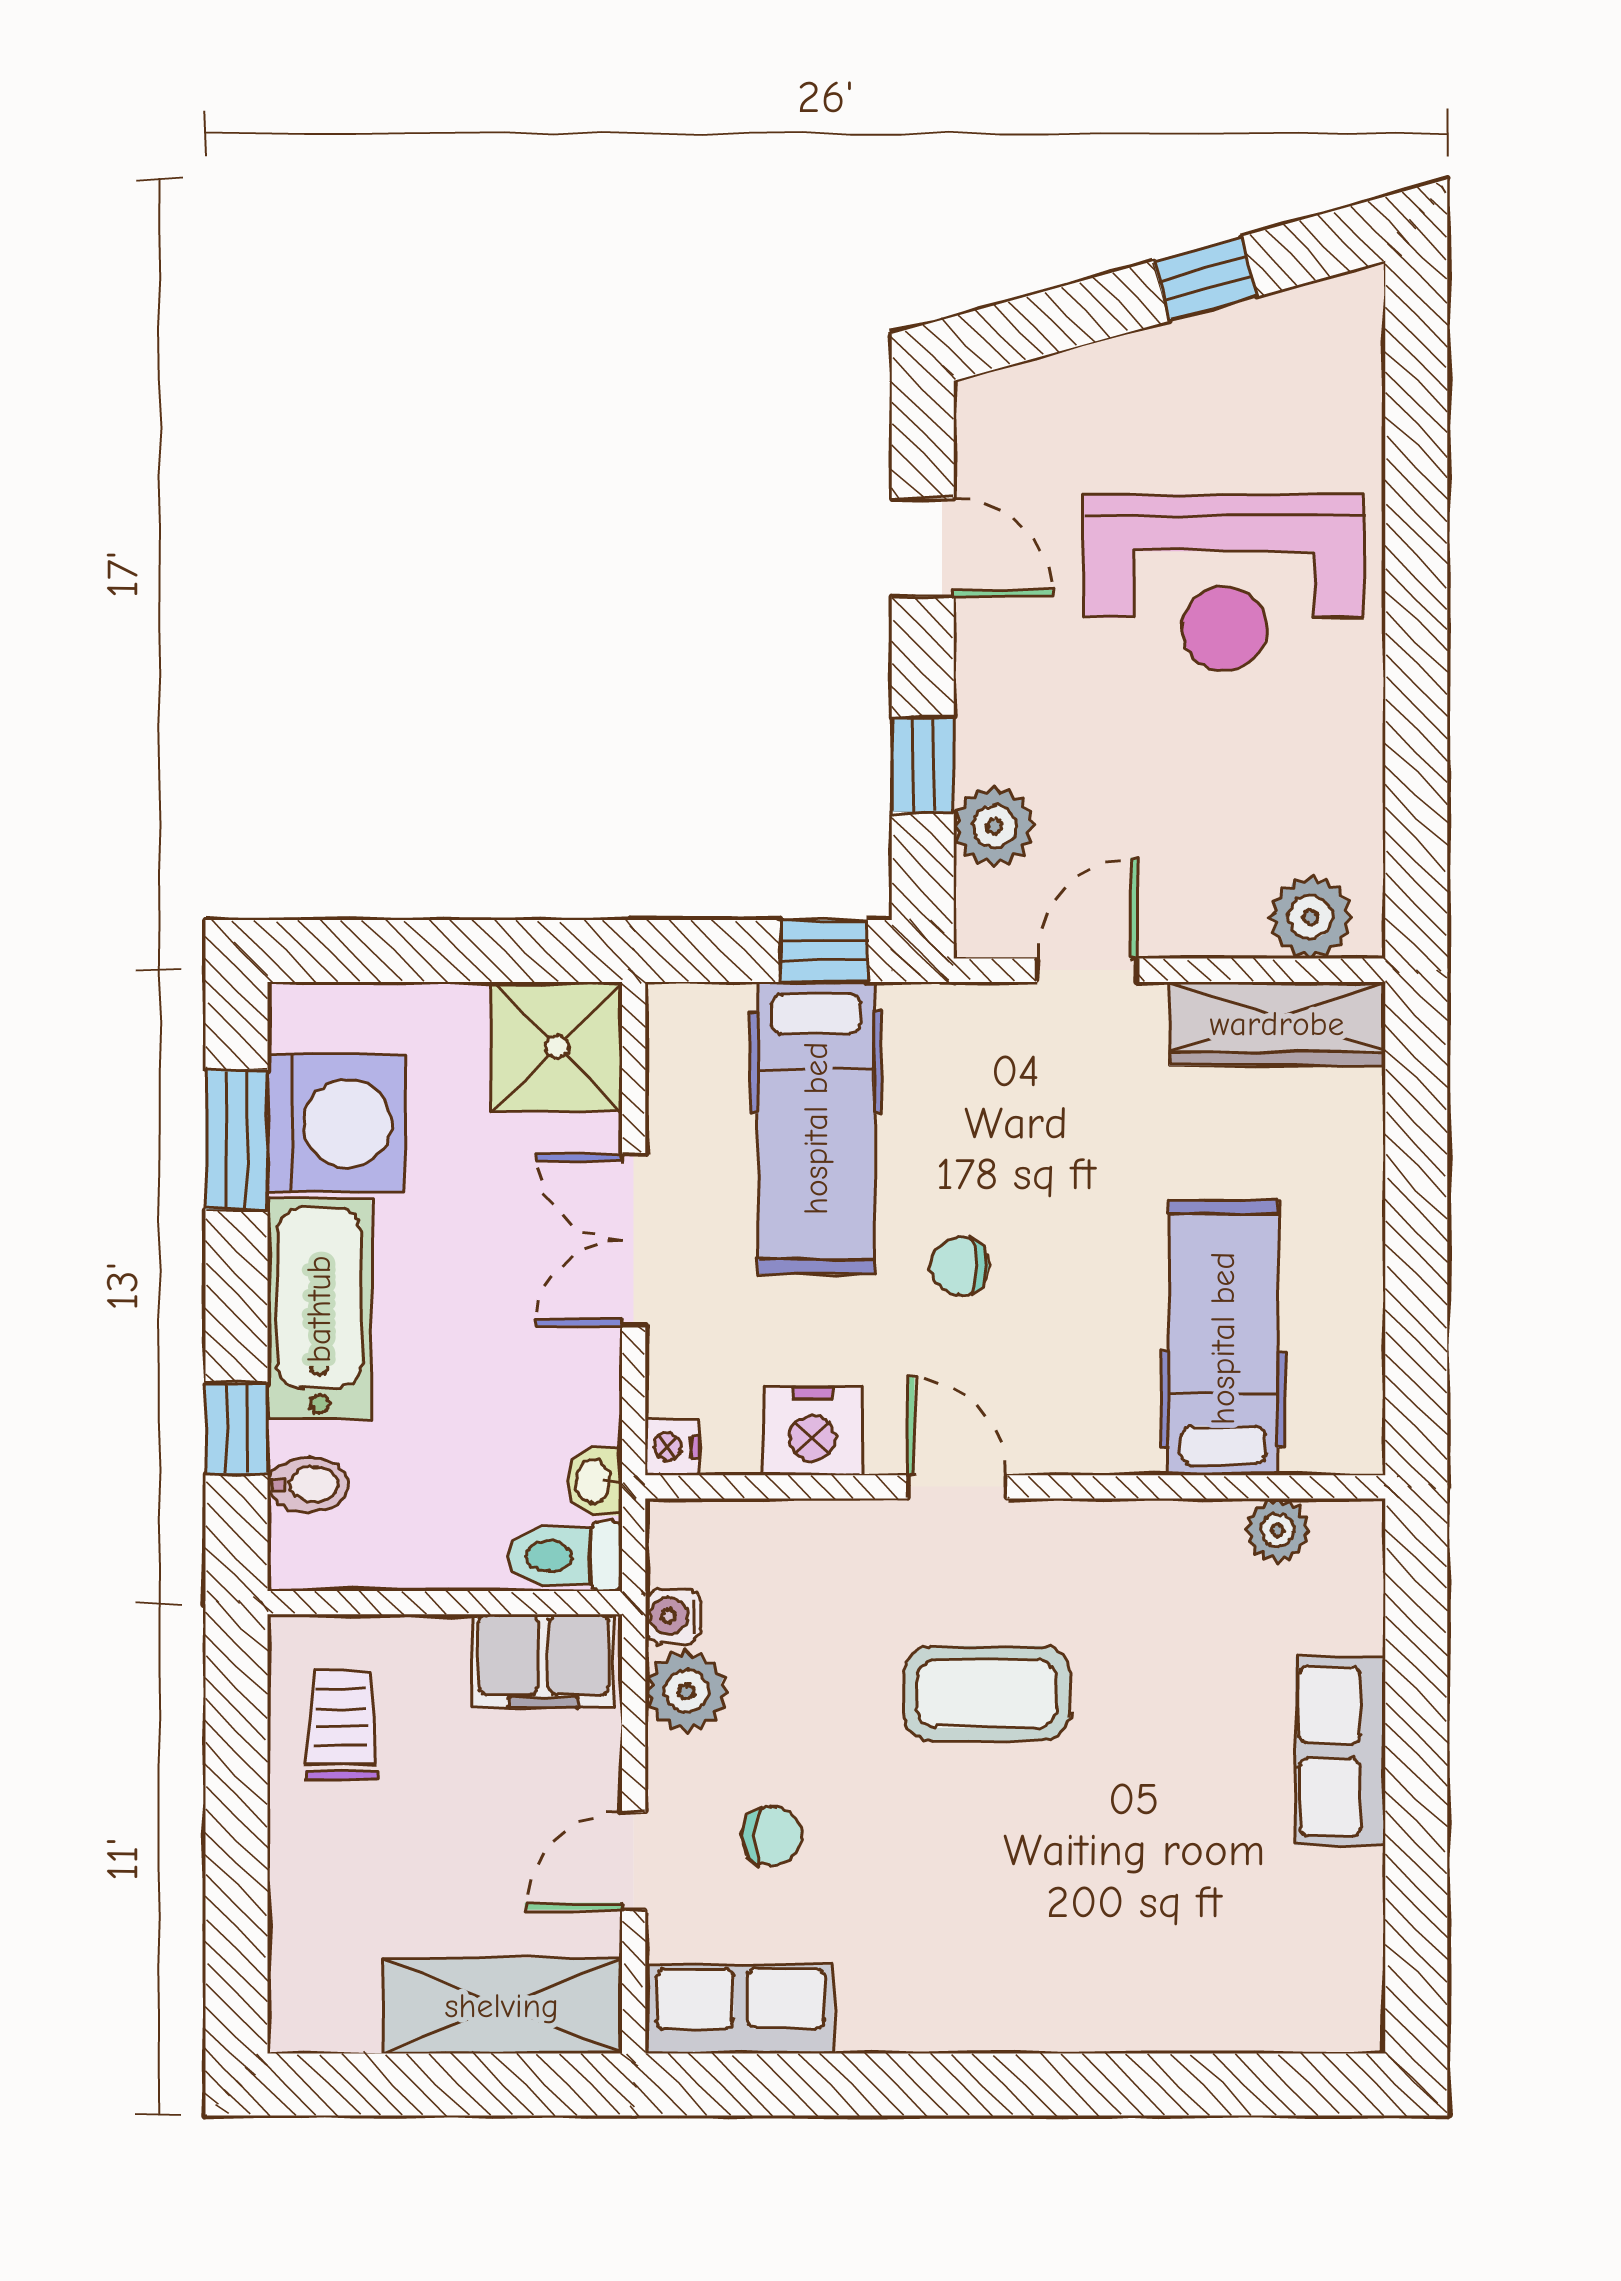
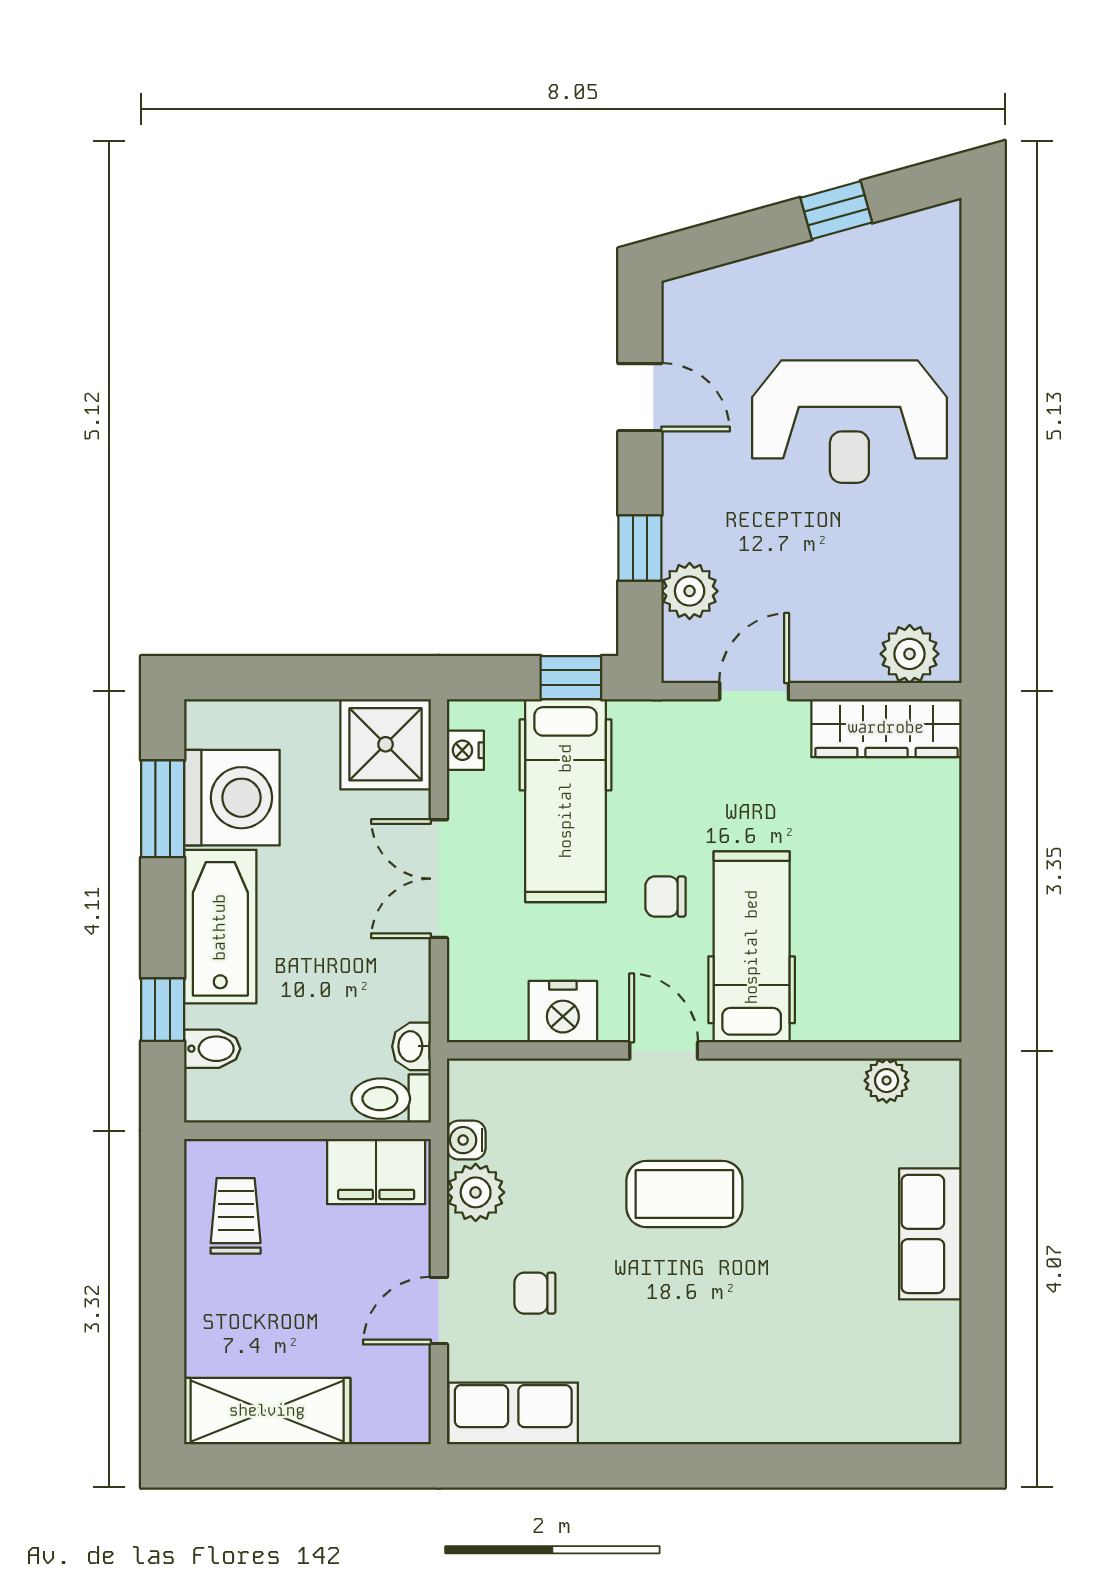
hospital bed: (1223, 1338) -> (752, 947), moved
nightstand: (672, 1447) -> (465, 750), moved
chair: (772, 1836) -> (535, 1293), turned 180
shelving: (502, 2006) -> (267, 1411), moved

